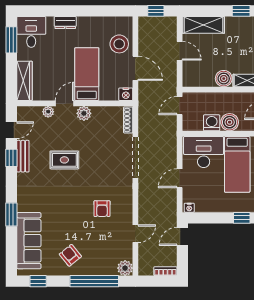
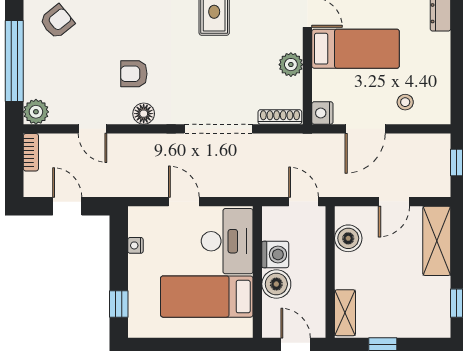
stool: (119, 44) -> (405, 102), width x0.53, depth x0.53
boiler: (224, 79) -> (348, 238), moved
plant: (84, 113) -> (291, 65), moved
floor lamp: (126, 203) -> (144, 114), added
nightstand: (189, 208) -> (135, 245), moved
door: (182, 236) -> (67, 206), moved
bookcase: (165, 271) -> (31, 152), moved

